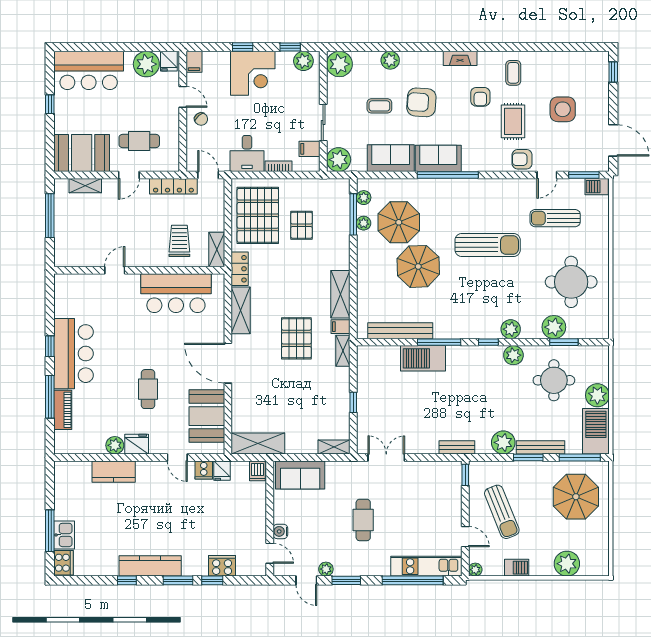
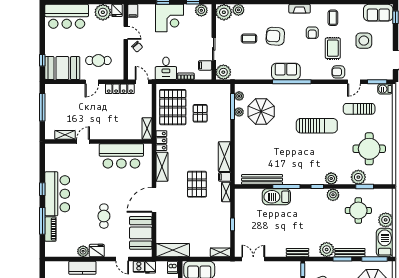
plant: (390, 60) -> (238, 10), moved
window: (50, 104) -> (42, 60), moved
sofa: (391, 158) -> (378, 13), moved, turned 180
shelving: (85, 186) -> (65, 135), moved
trolley: (179, 241) -> (124, 123), removed
parasol: (418, 266) -> (273, 139), removed
door: (228, 363) -> (154, 200), hinge flipped

